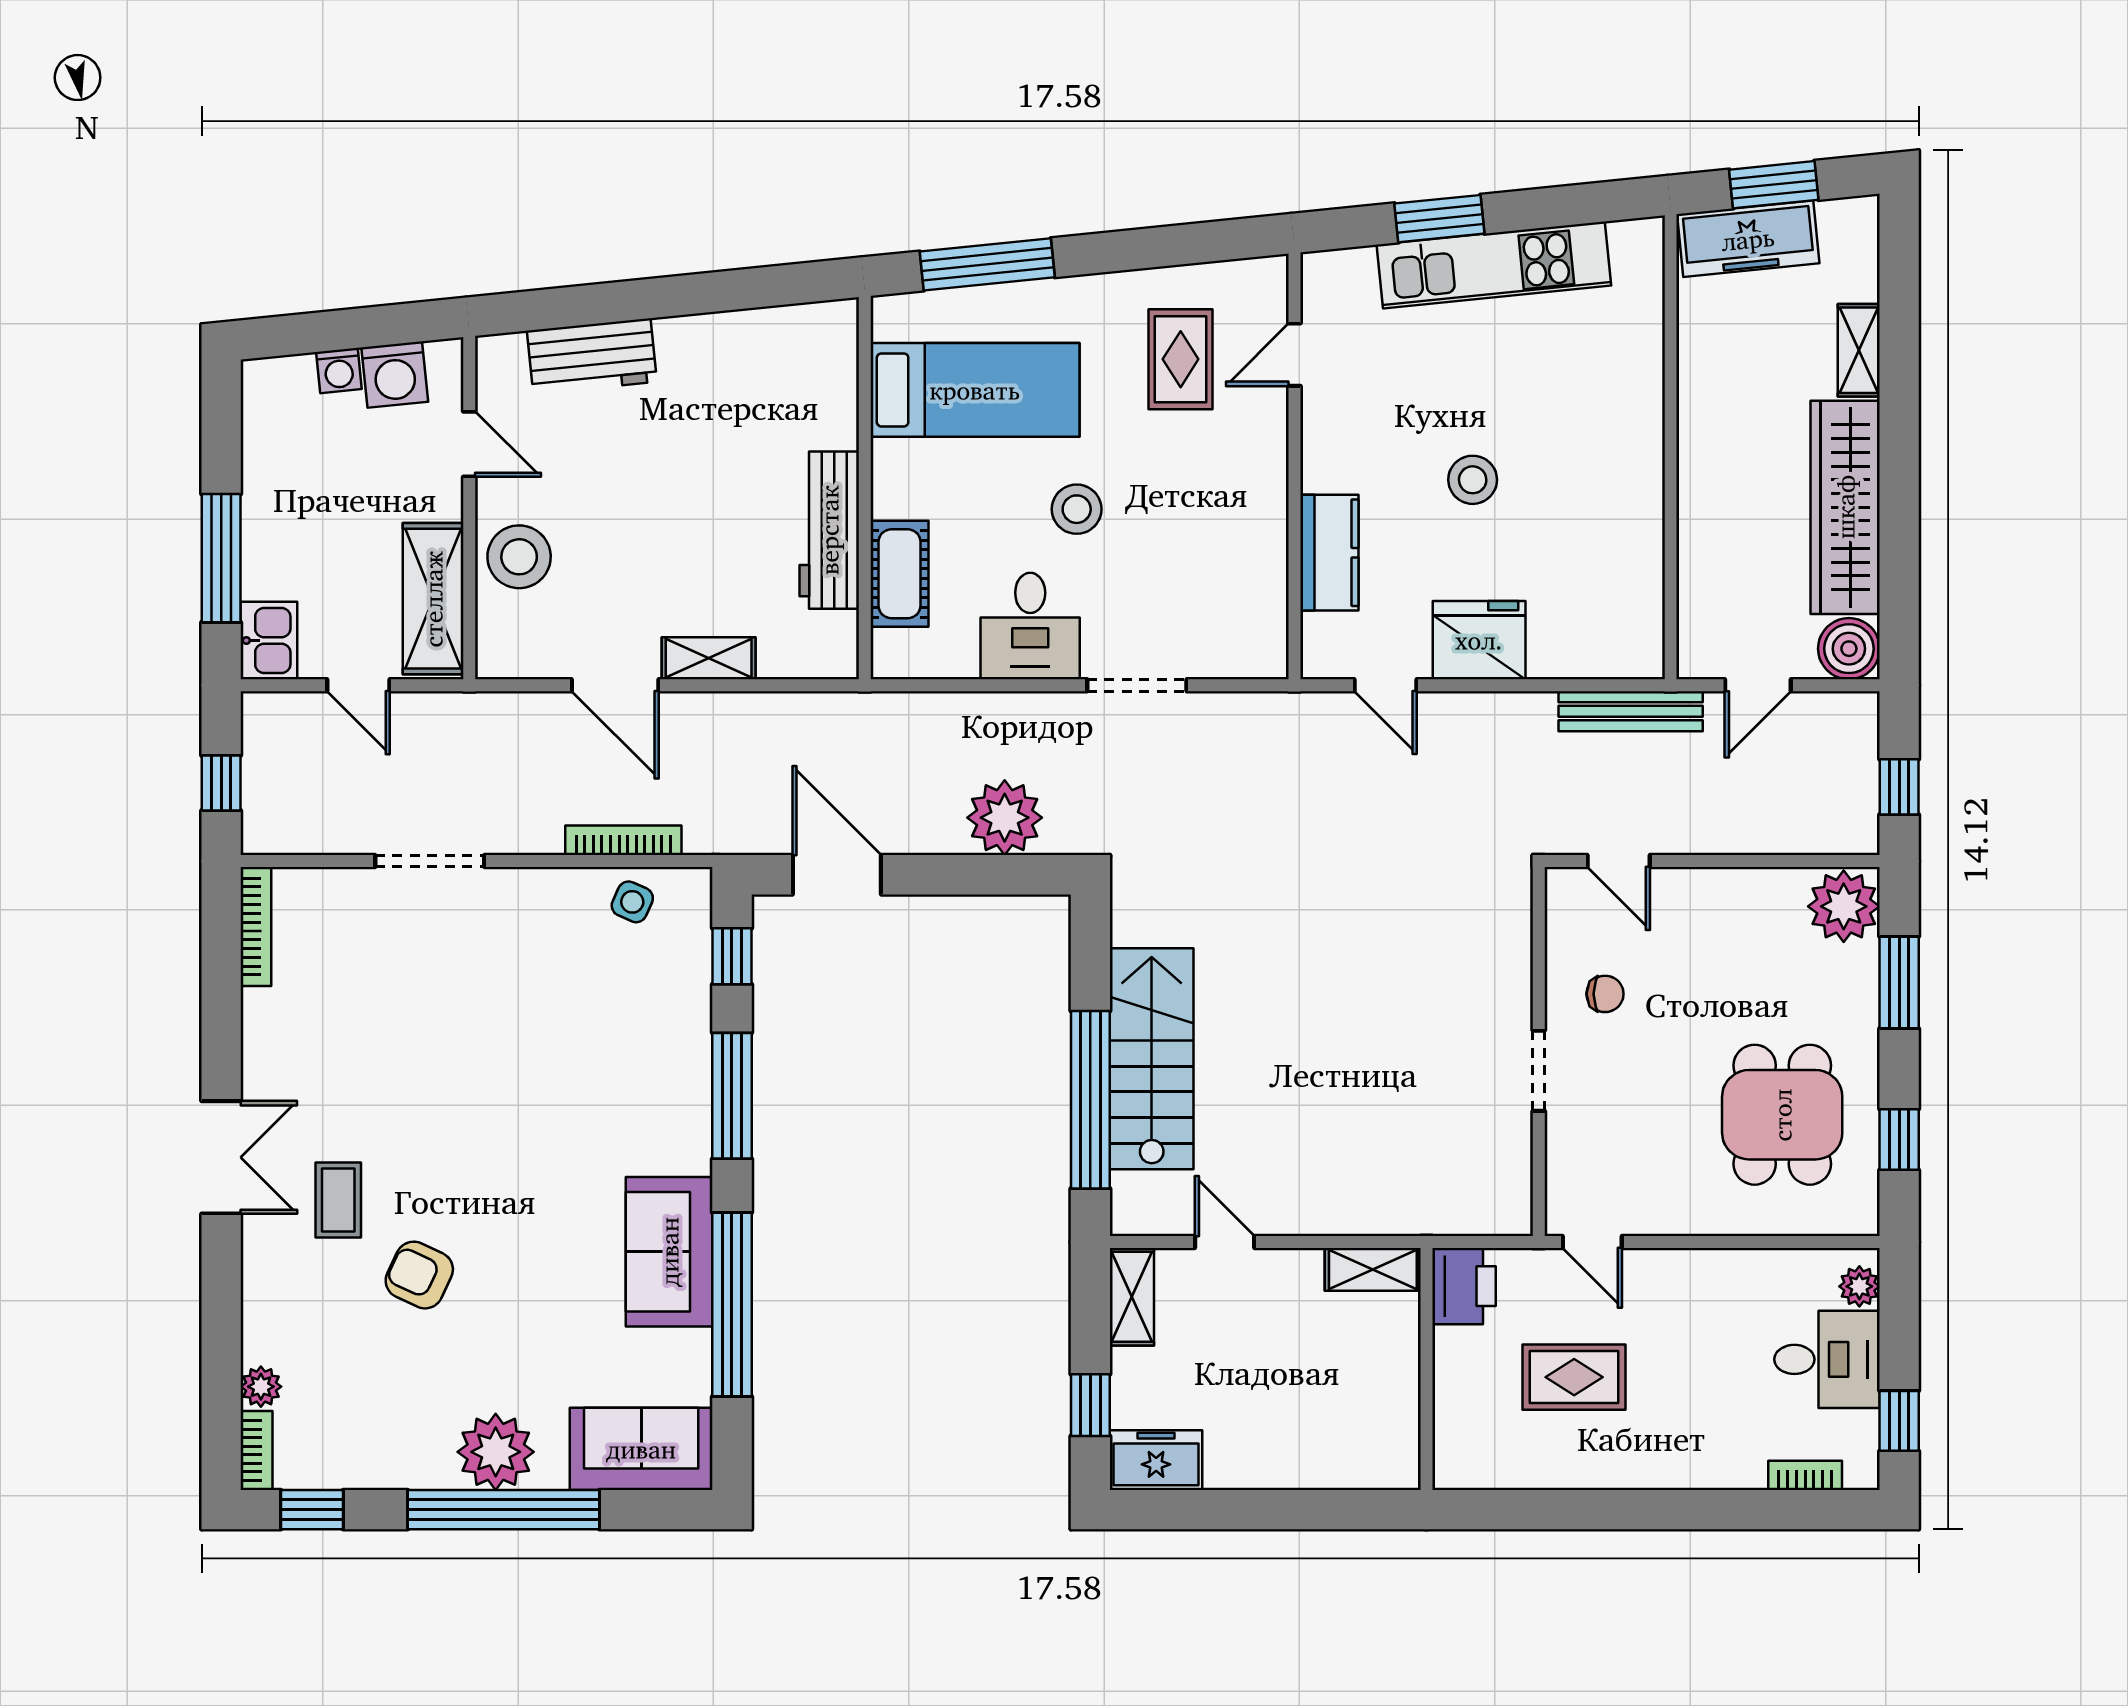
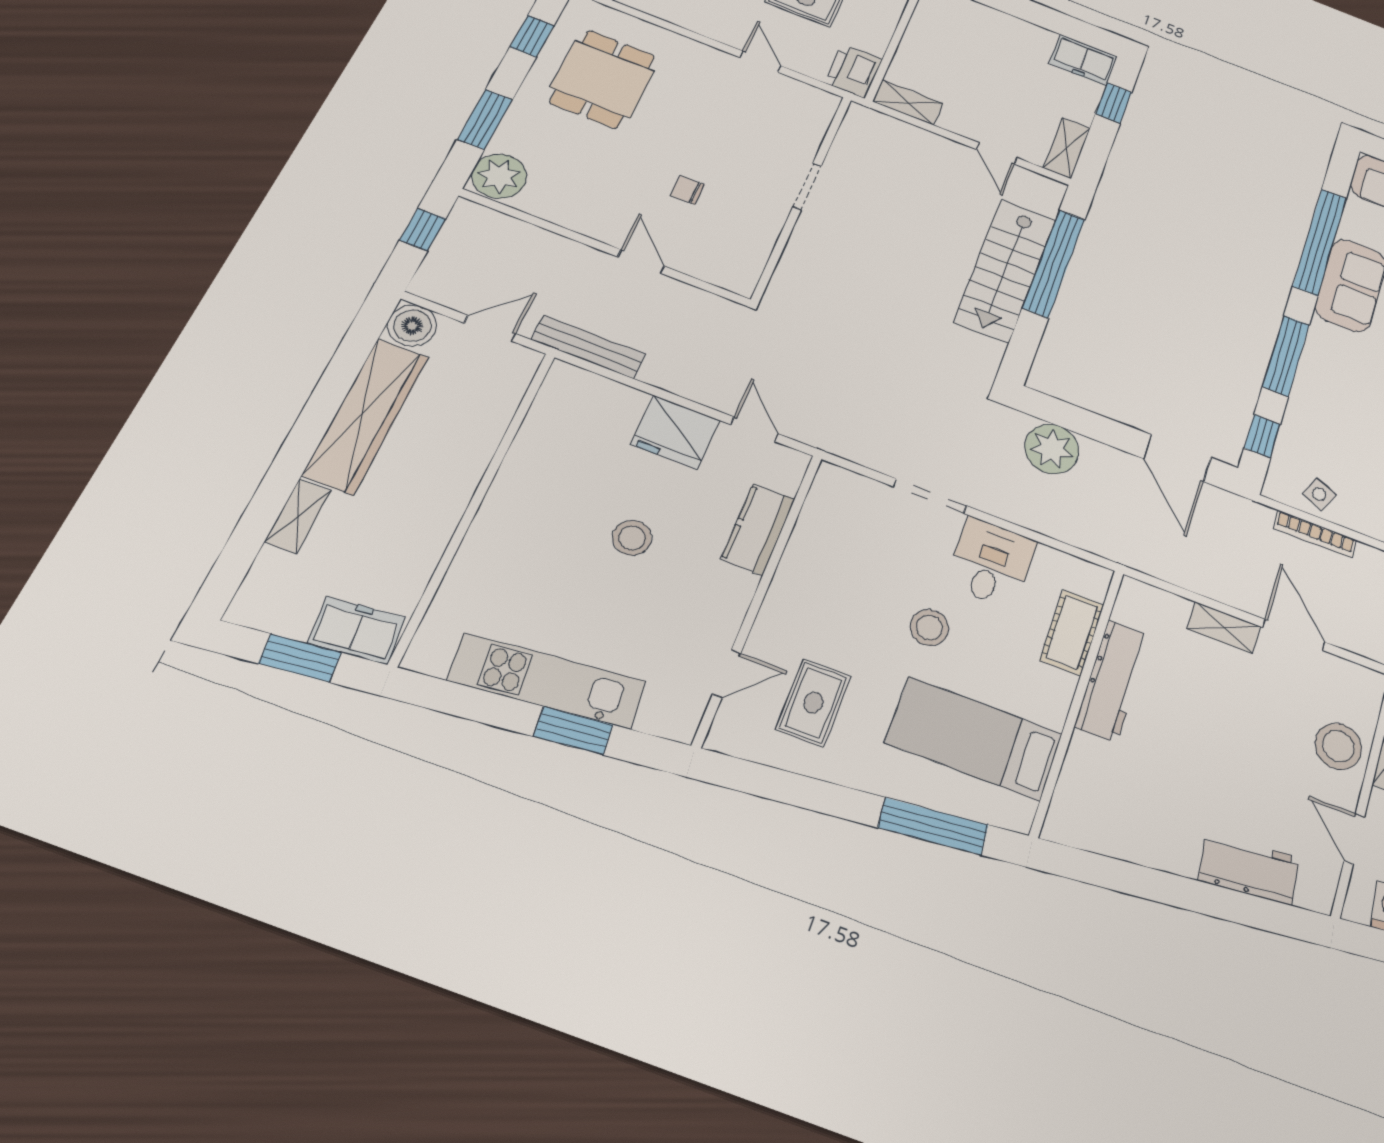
freezer: (1748, 239) -> (357, 630), width x0.71
wall: (1539, 1052) -> (802, 197), moved
doorway: (1539, 1071) -> (807, 186), moved

